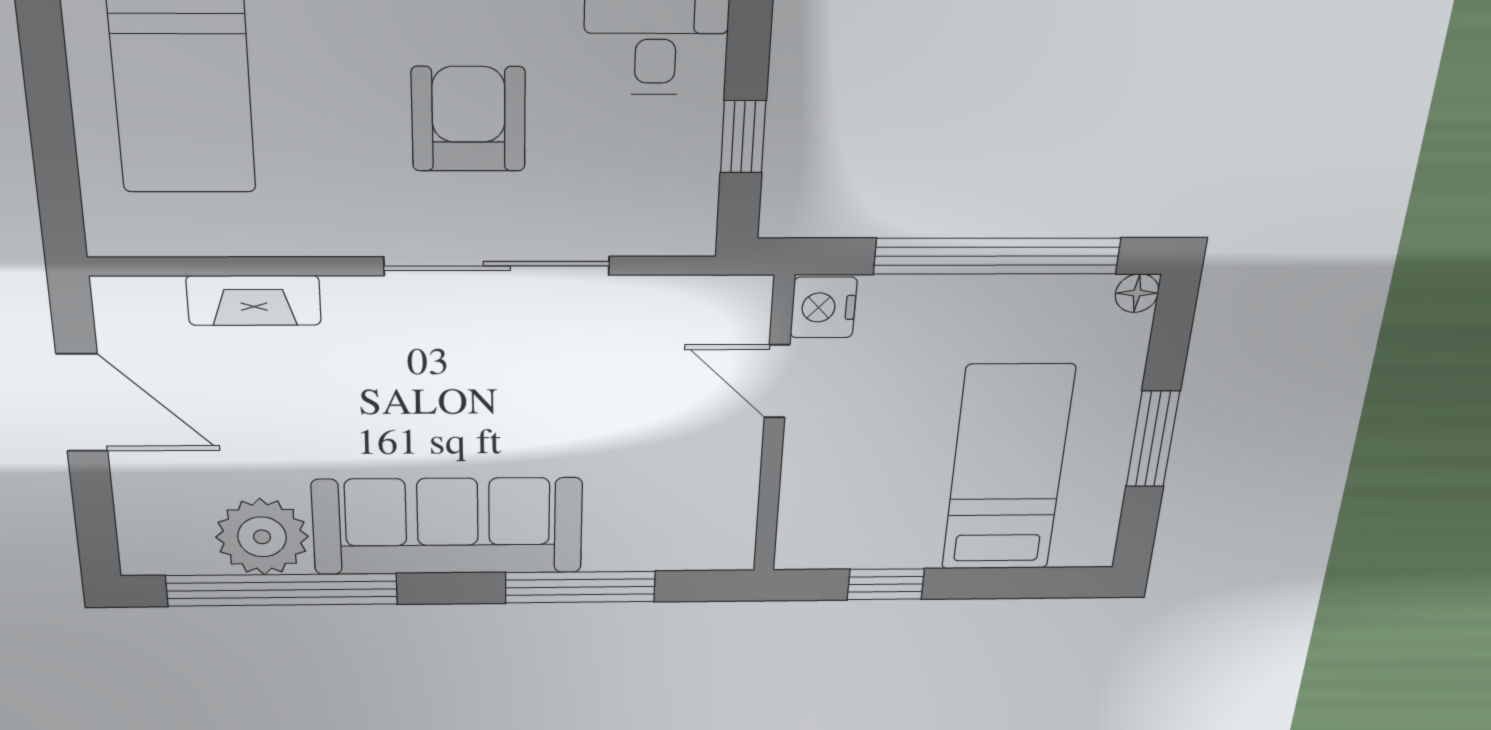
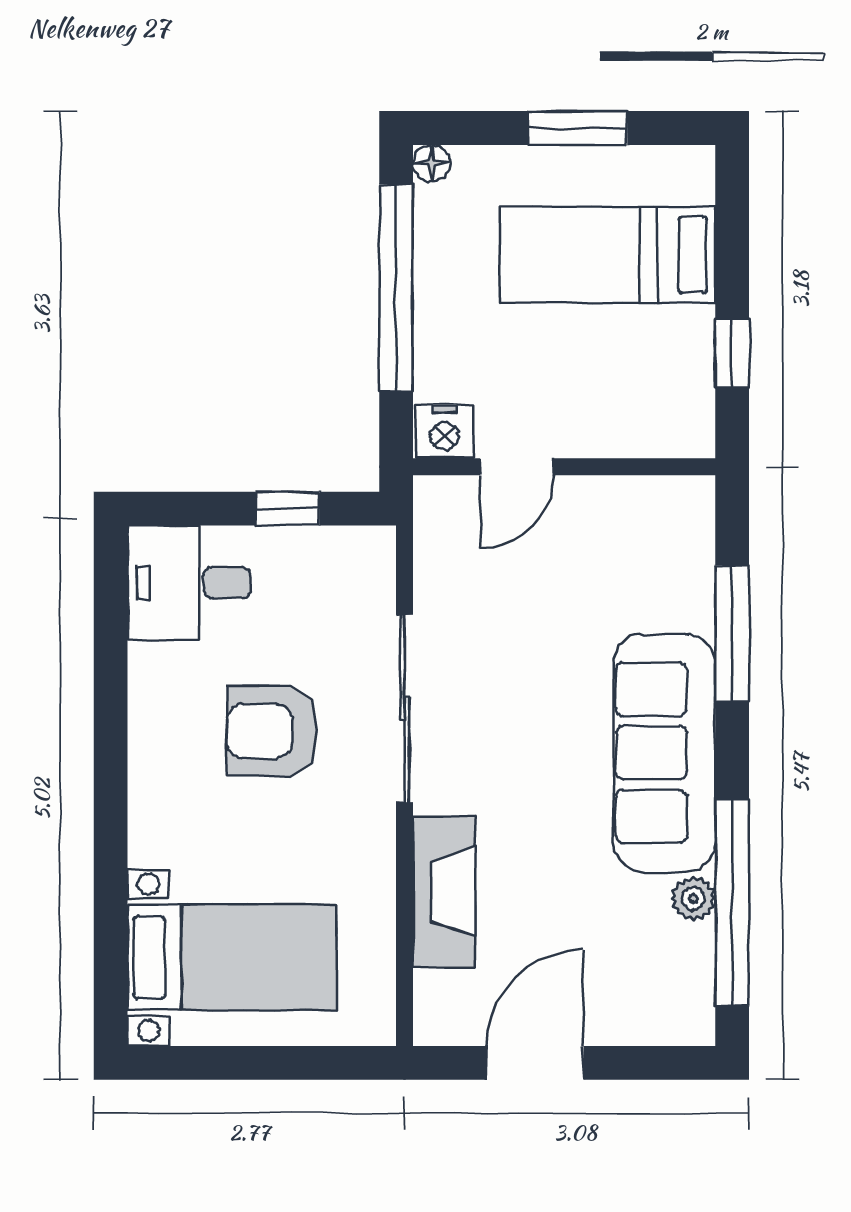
fireplace: (254, 300) -> (444, 891), width x1.37, depth x1.32
plant: (262, 537) -> (693, 898), width x0.53, depth x0.53

